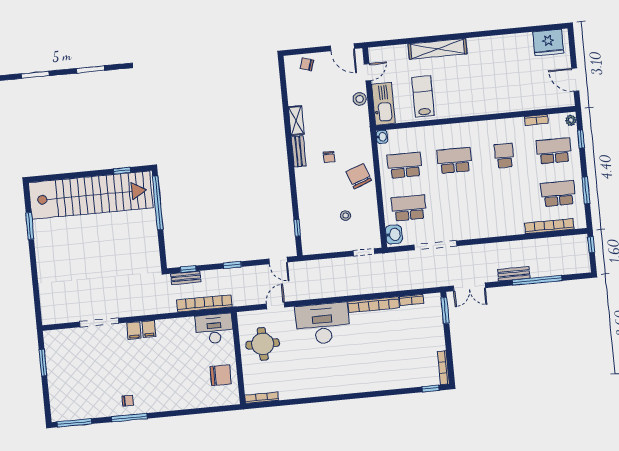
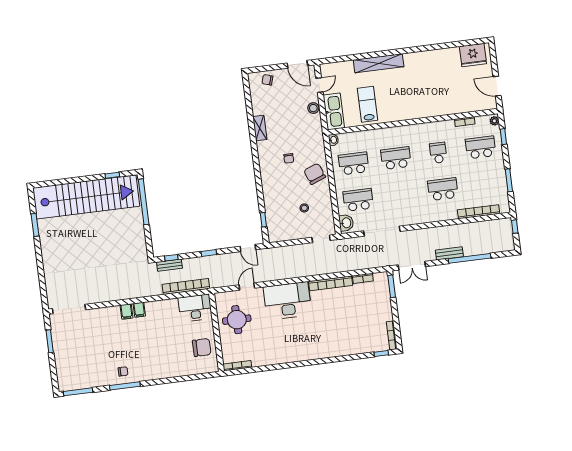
bench: (298, 151) -> (263, 154), removed
school desk: (558, 194) -> (443, 189), moved
doorway: (99, 323) -> (69, 309), moved

